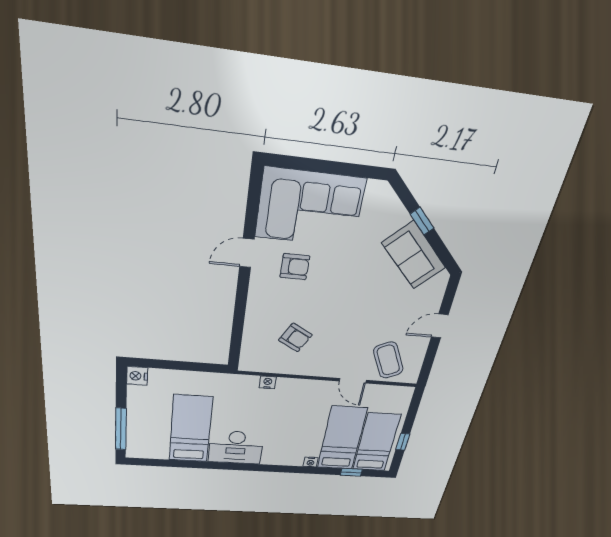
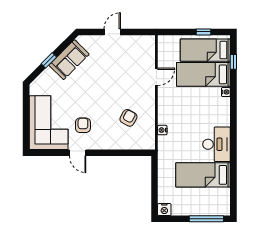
door: (440, 326) -> (112, 32), swing flipped
coffee table: (388, 360) -> (139, 58), removed

